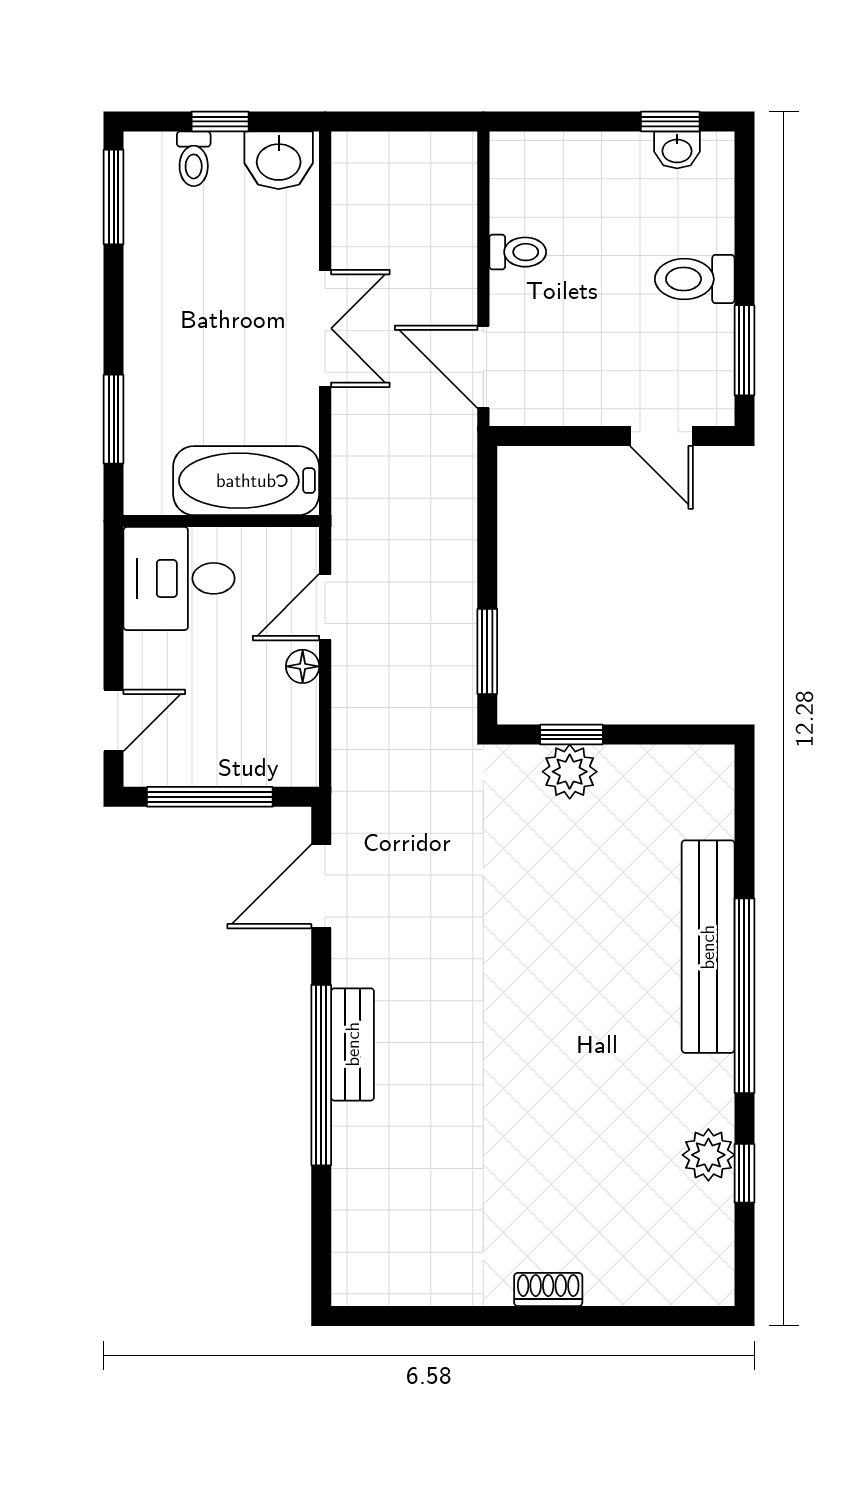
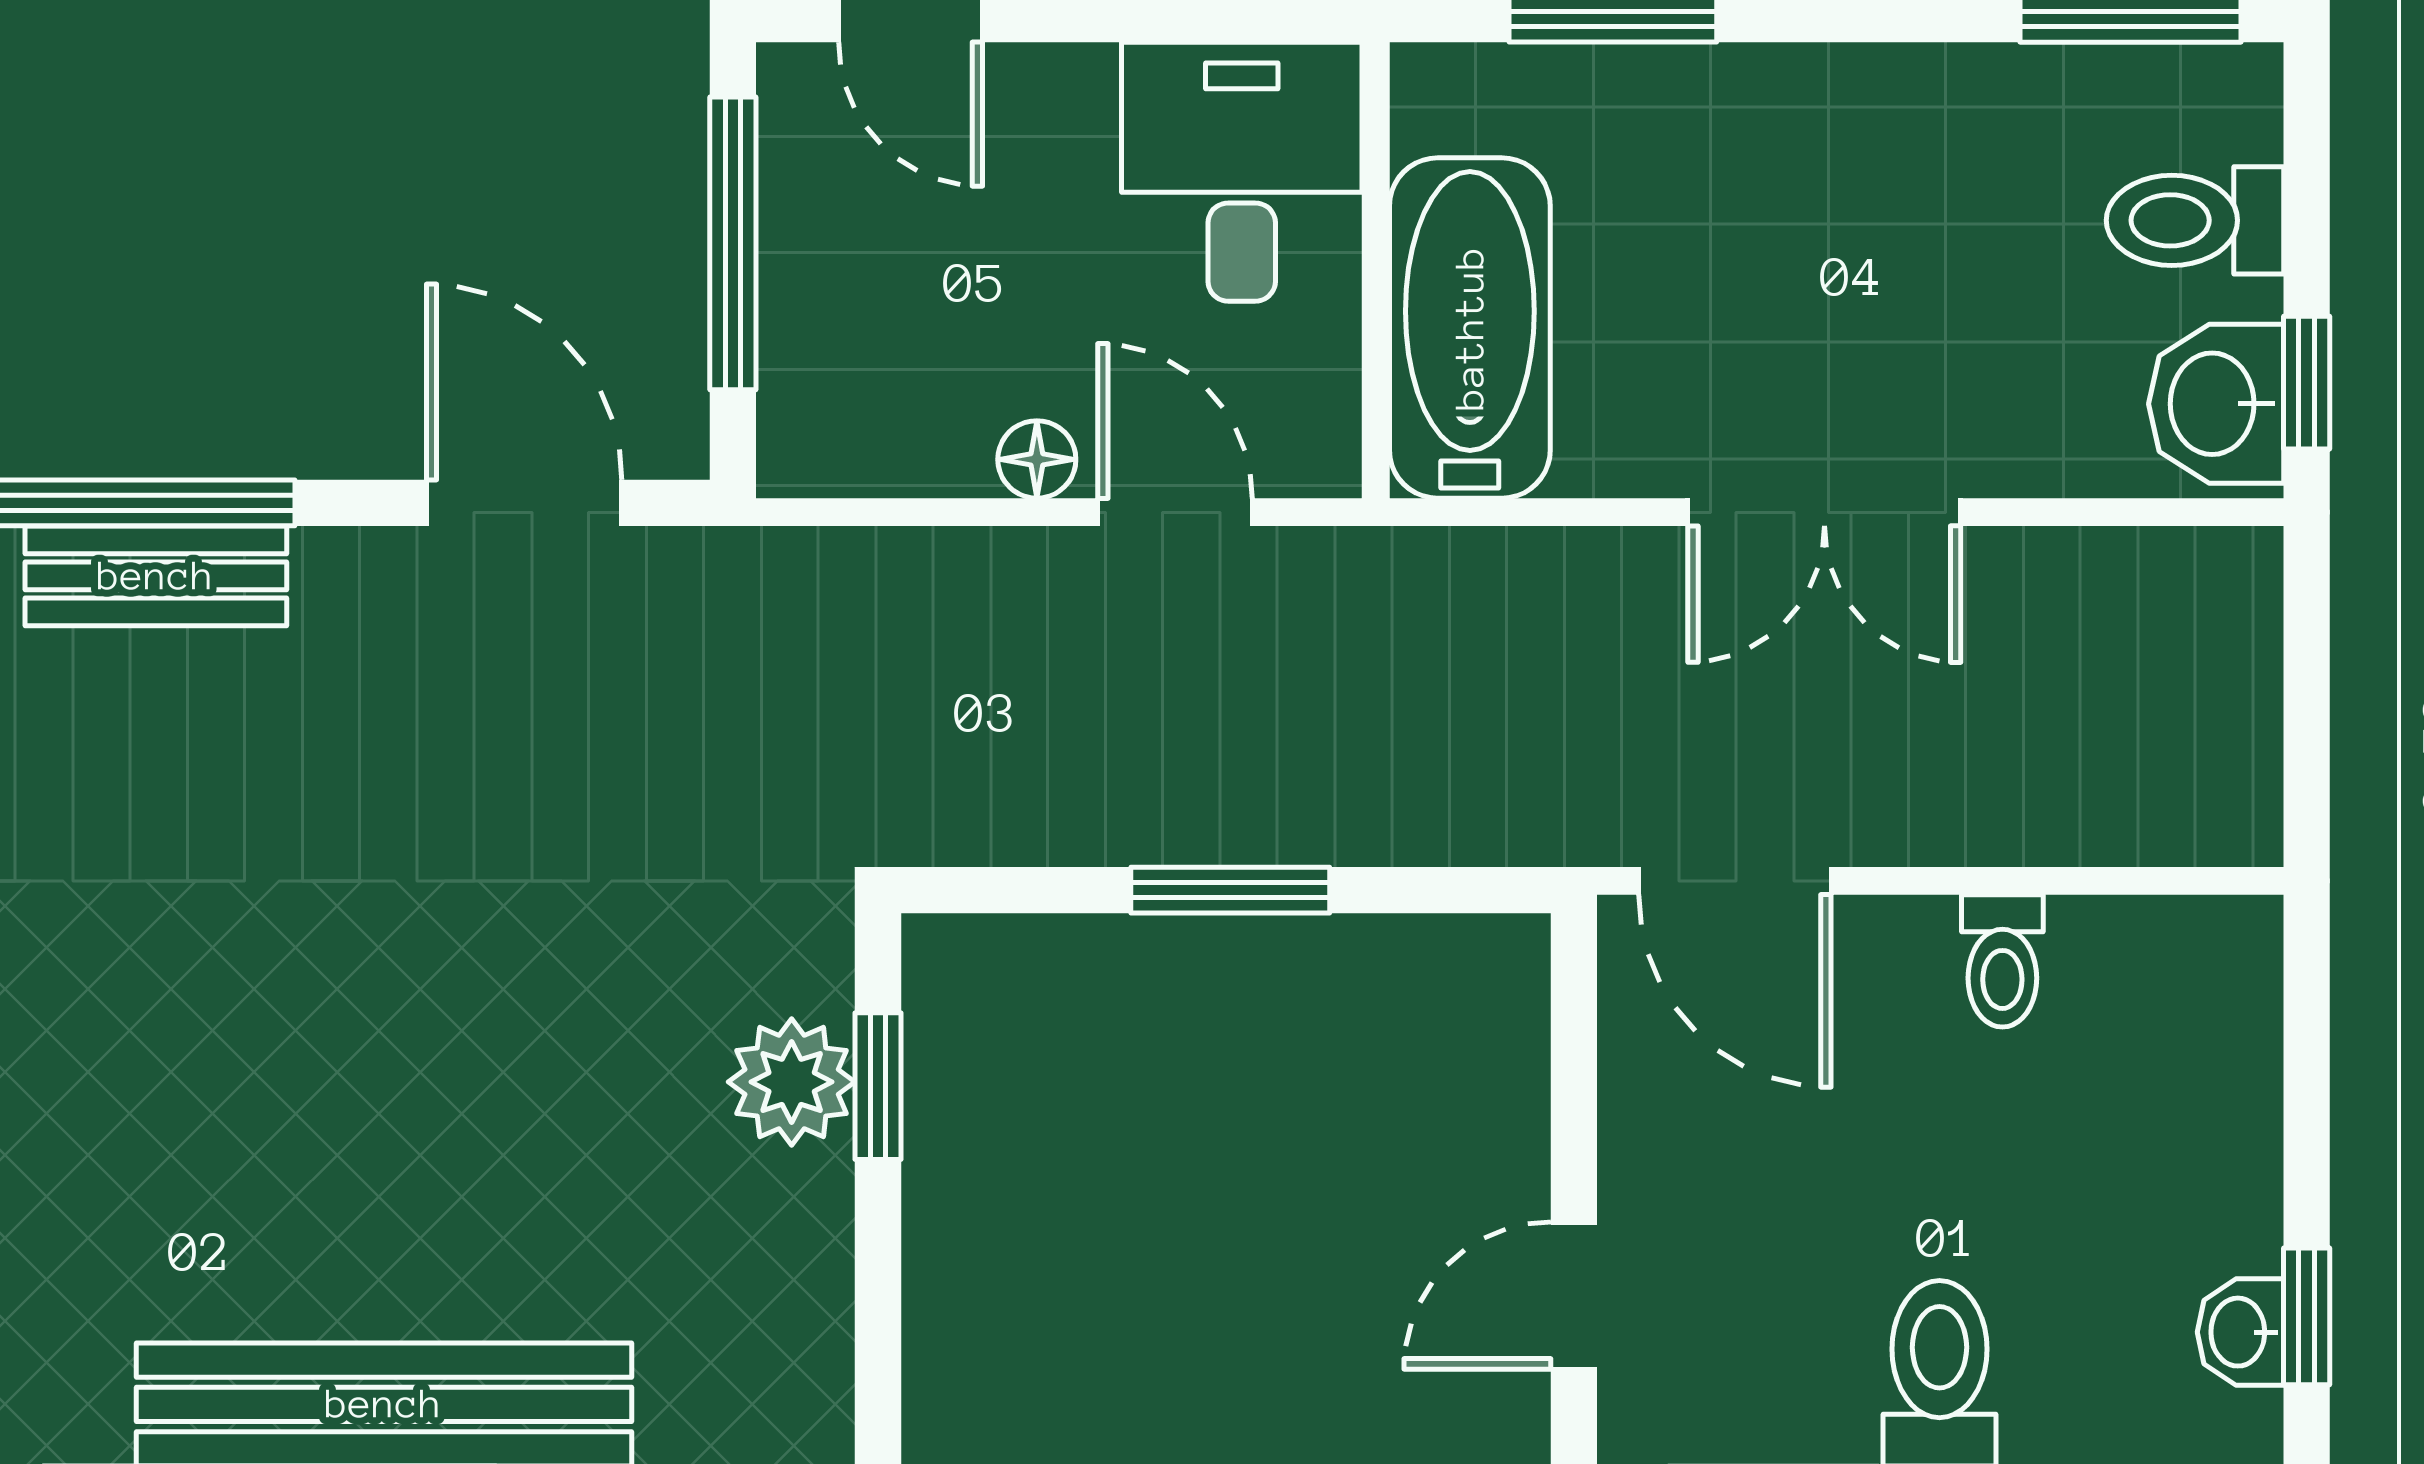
window: (220, 121) -> (2307, 383), moved
toilet: (194, 159) -> (2195, 220), width x1.37, depth x1.39
door: (483, 367) -> (1735, 881), swing flipped
window: (487, 651) -> (1230, 890), moved

